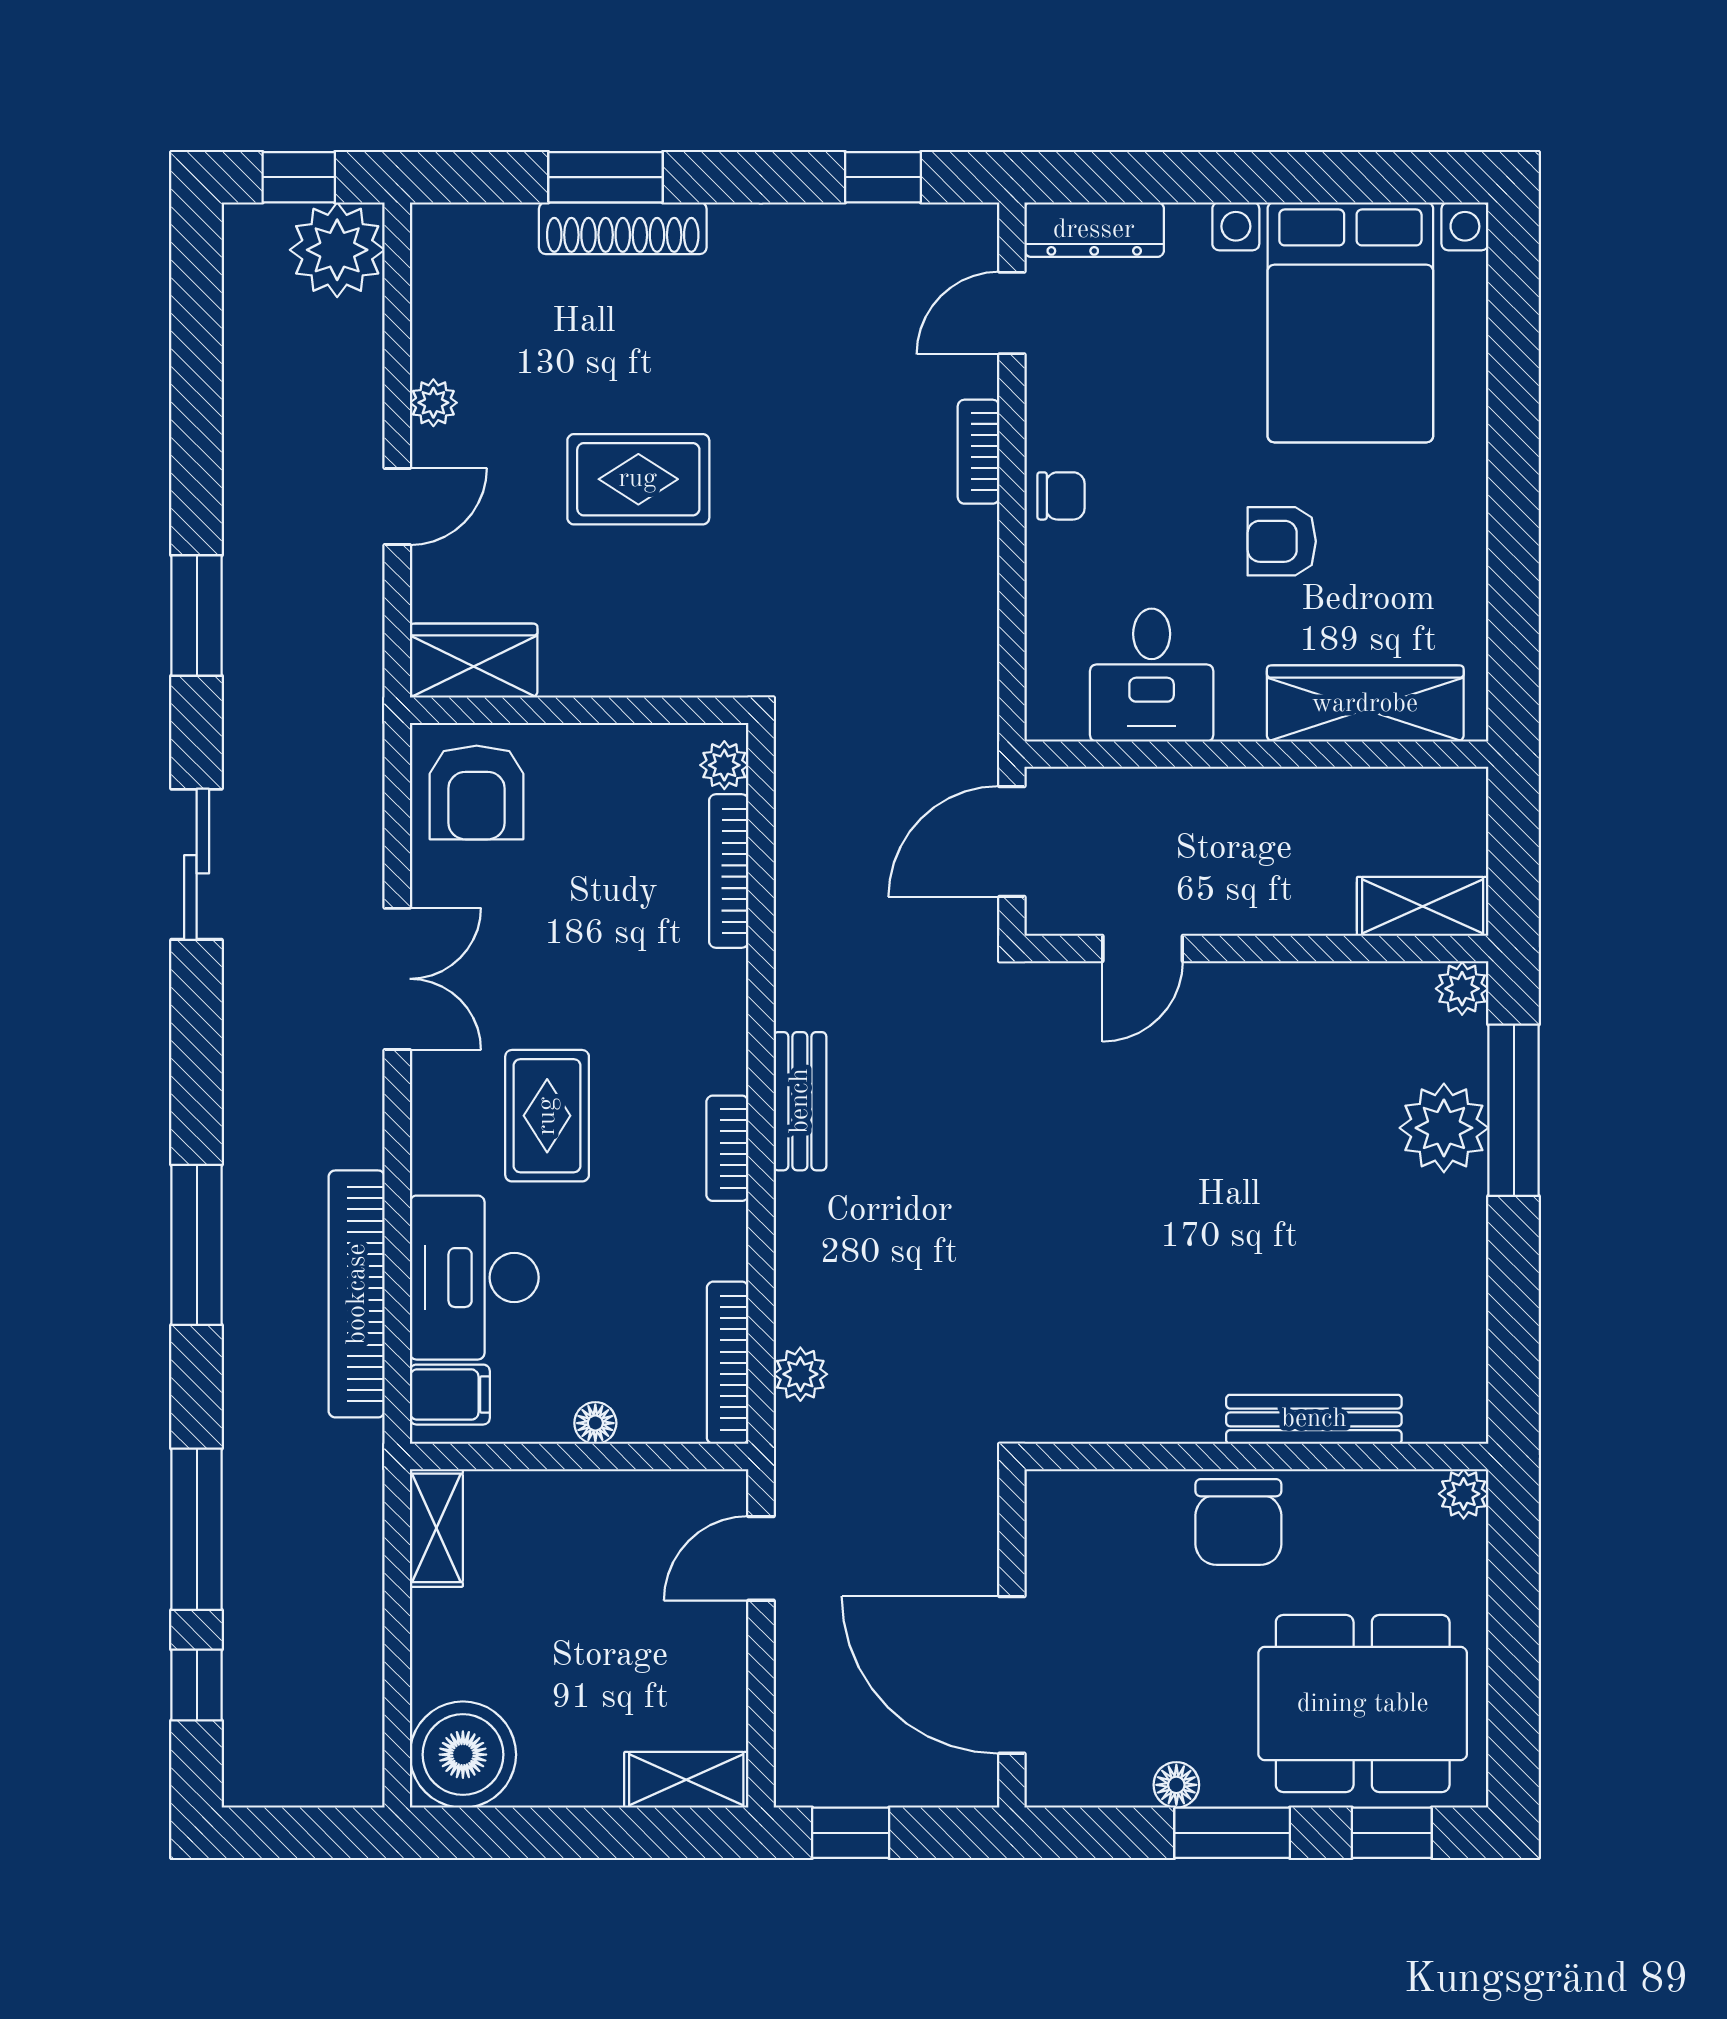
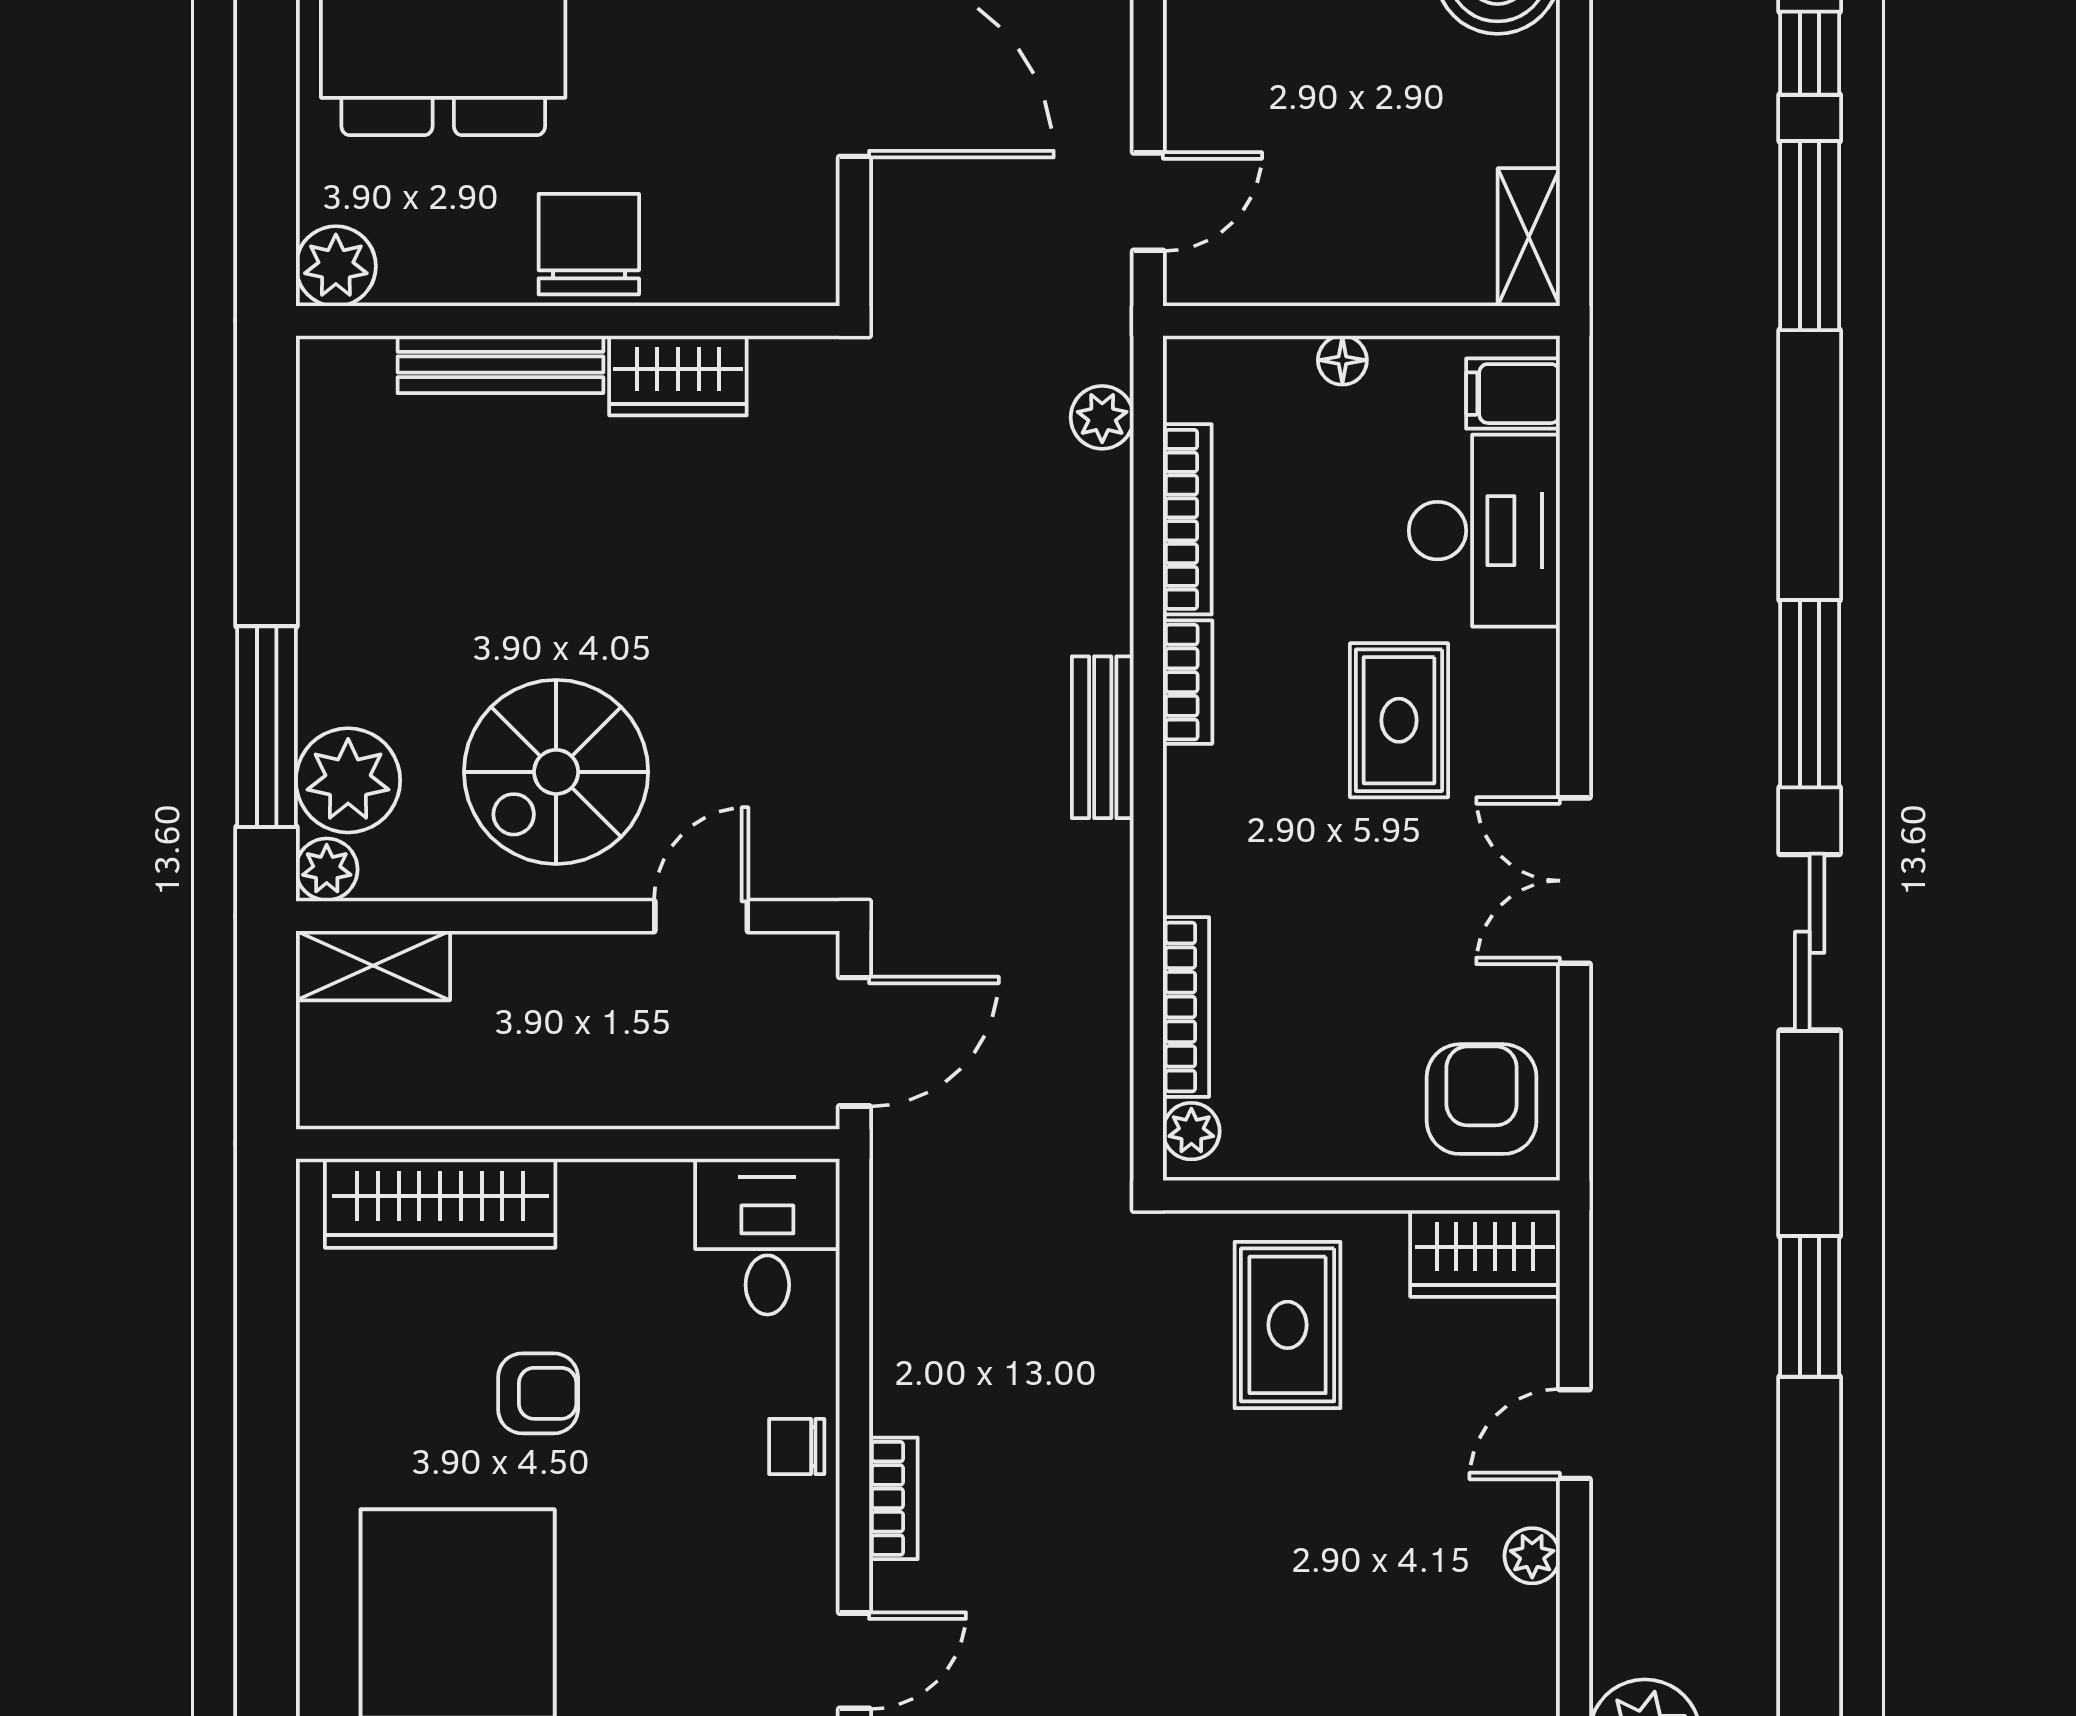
rug: (638, 479) -> (1288, 1325), moved, turned 90
desk: (1152, 675) -> (767, 1237), moved
sliding door: (197, 864) -> (1810, 942), moved
spiral stairs: (1266, 1072) -> (556, 772), added
plant: (1444, 1128) -> (348, 780), moved
window: (197, 1245) -> (1810, 694), moved
bookcase: (357, 1294) -> (1622, 511), removed
bookcase: (728, 1363) -> (1187, 519), moved
wardrobe: (1162, 1410) -> (678, 376), added
plant: (1464, 1494) -> (336, 266), width x1.38, depth x1.38

